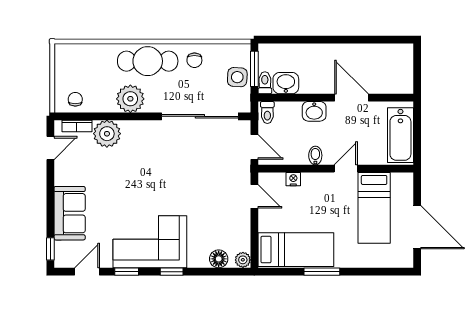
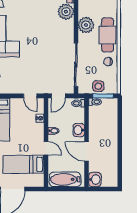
washbasin: (286, 83) -> (95, 180), moved
door: (351, 98) -> (87, 151), swing flipped
door: (254, 196) -> (30, 96), hinge flipped

